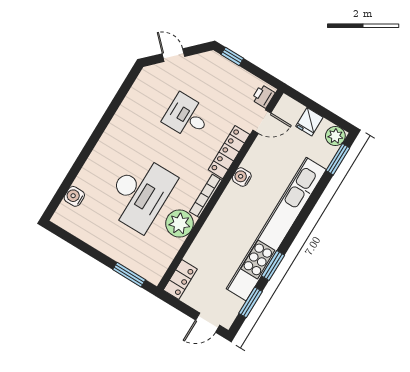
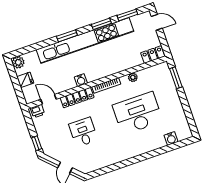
desk: (187, 117) -> (83, 132), turned 180
window: (338, 159) -> (67, 36), moved
plant: (179, 223) -> (133, 77), width x0.53, depth x0.53

